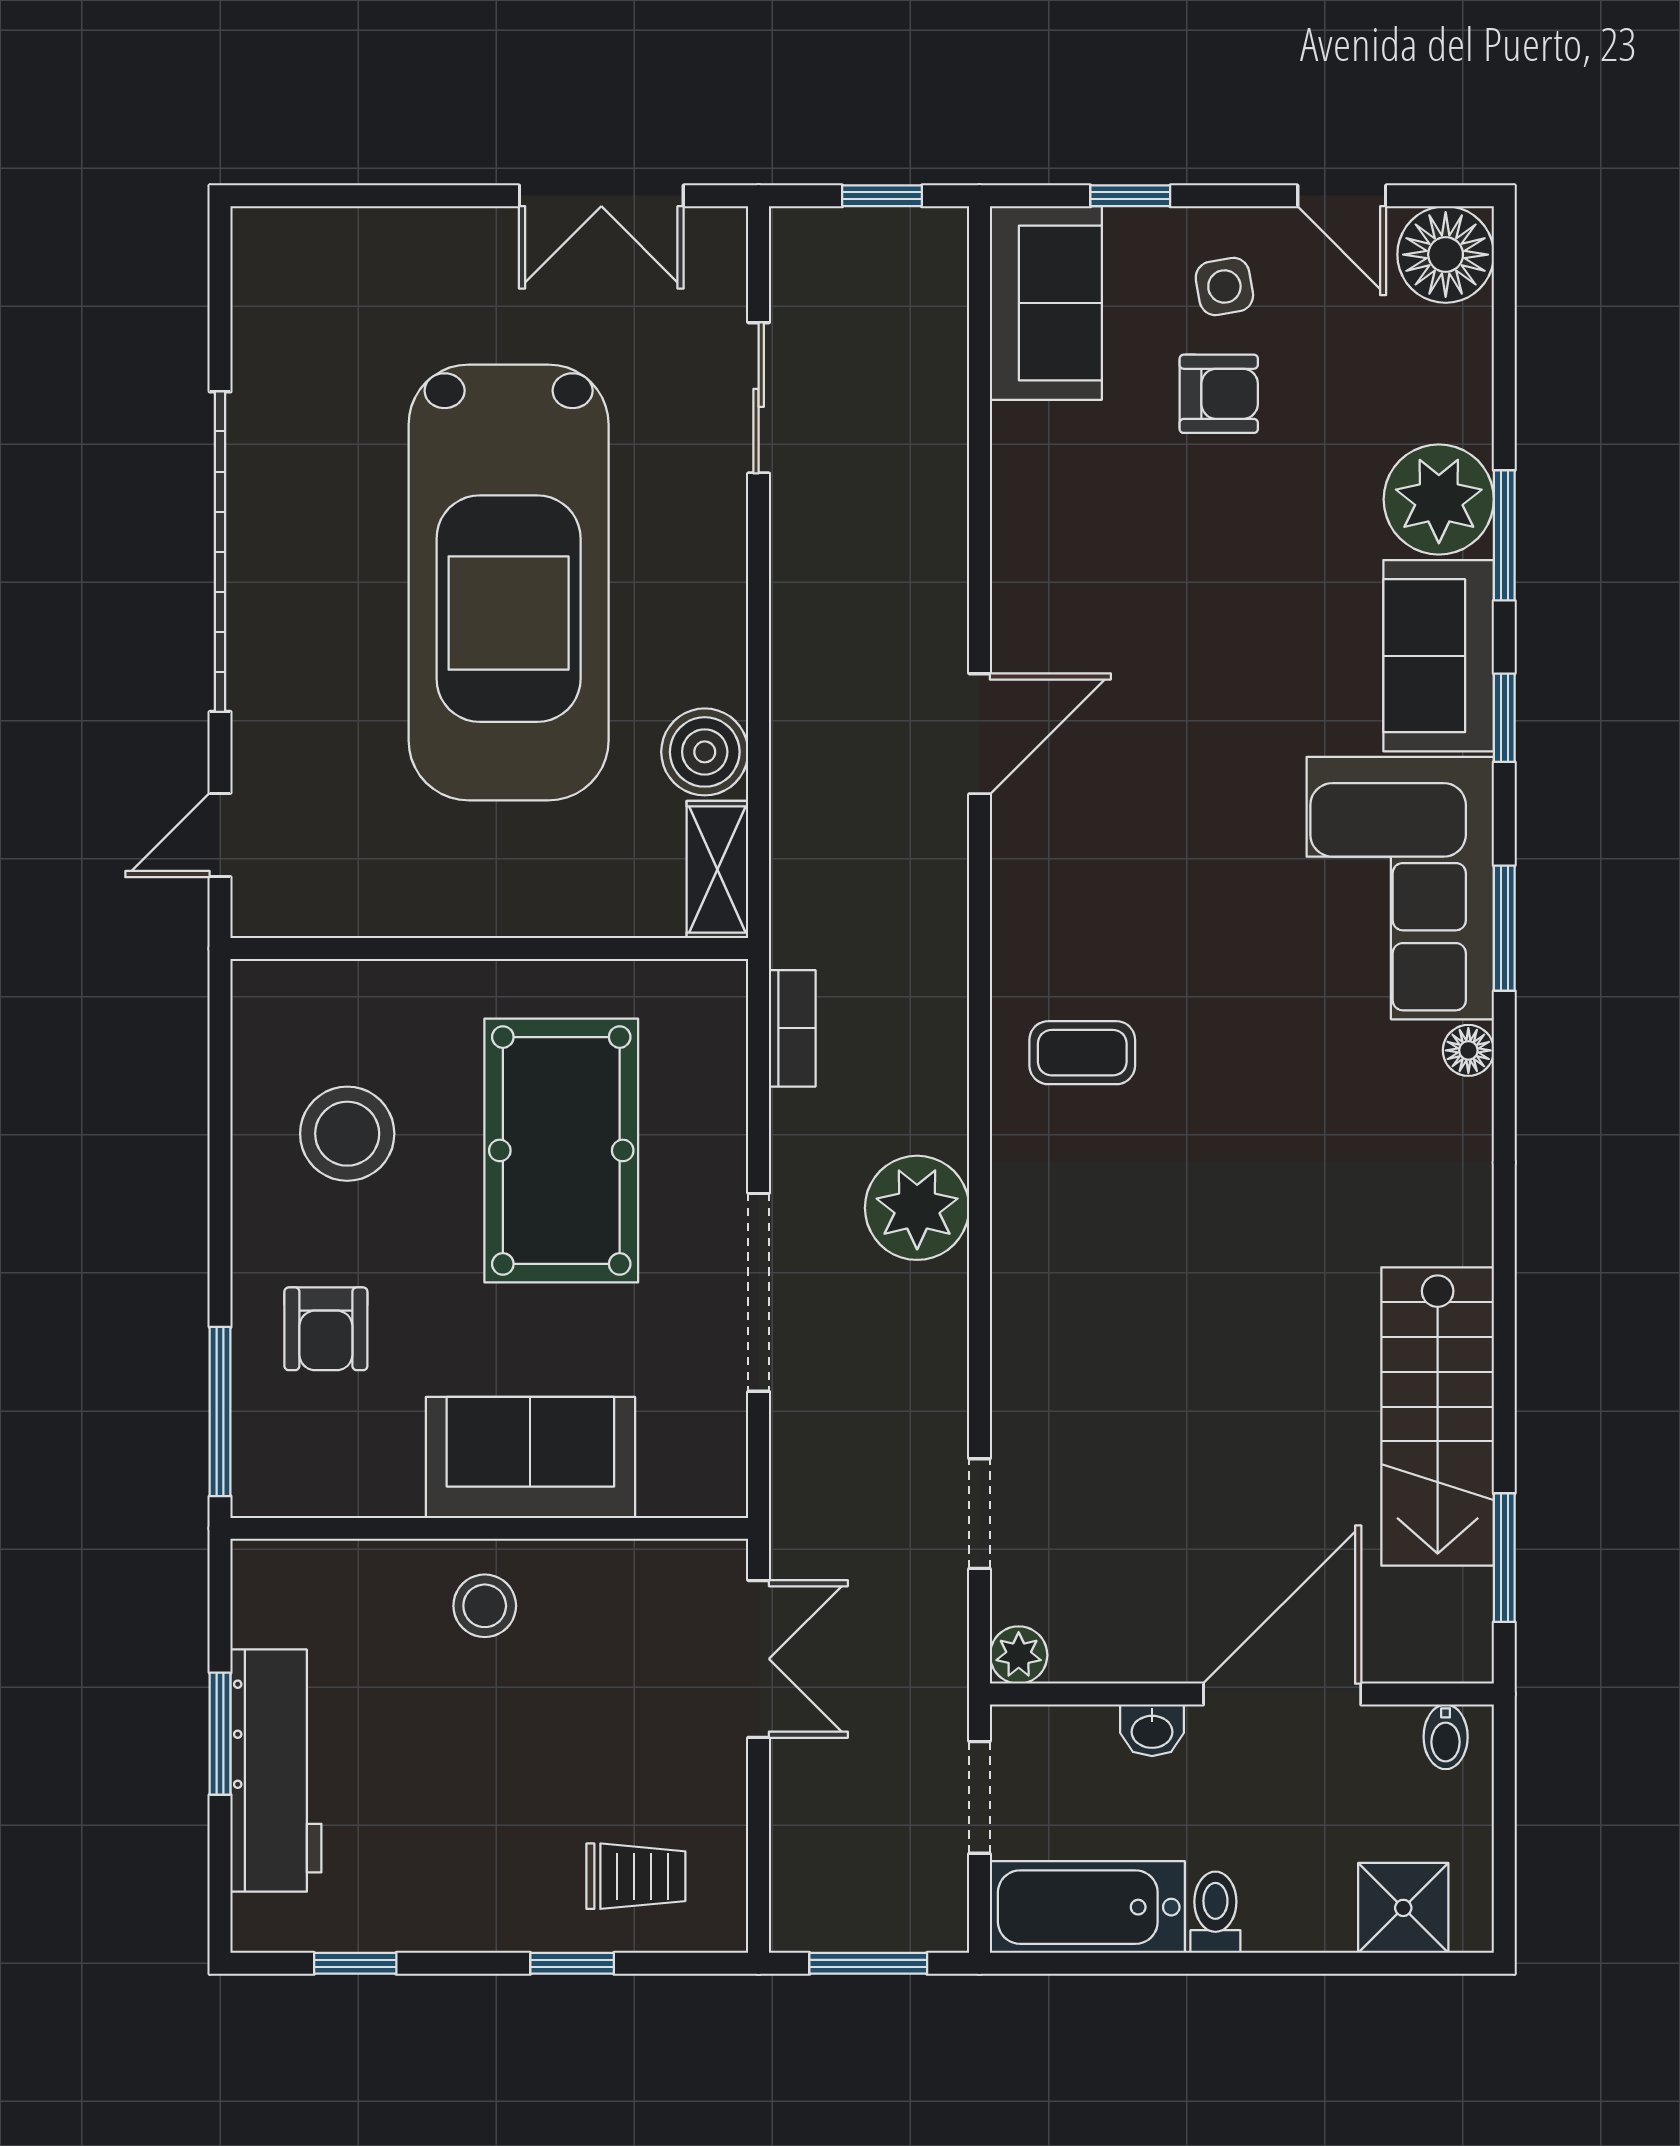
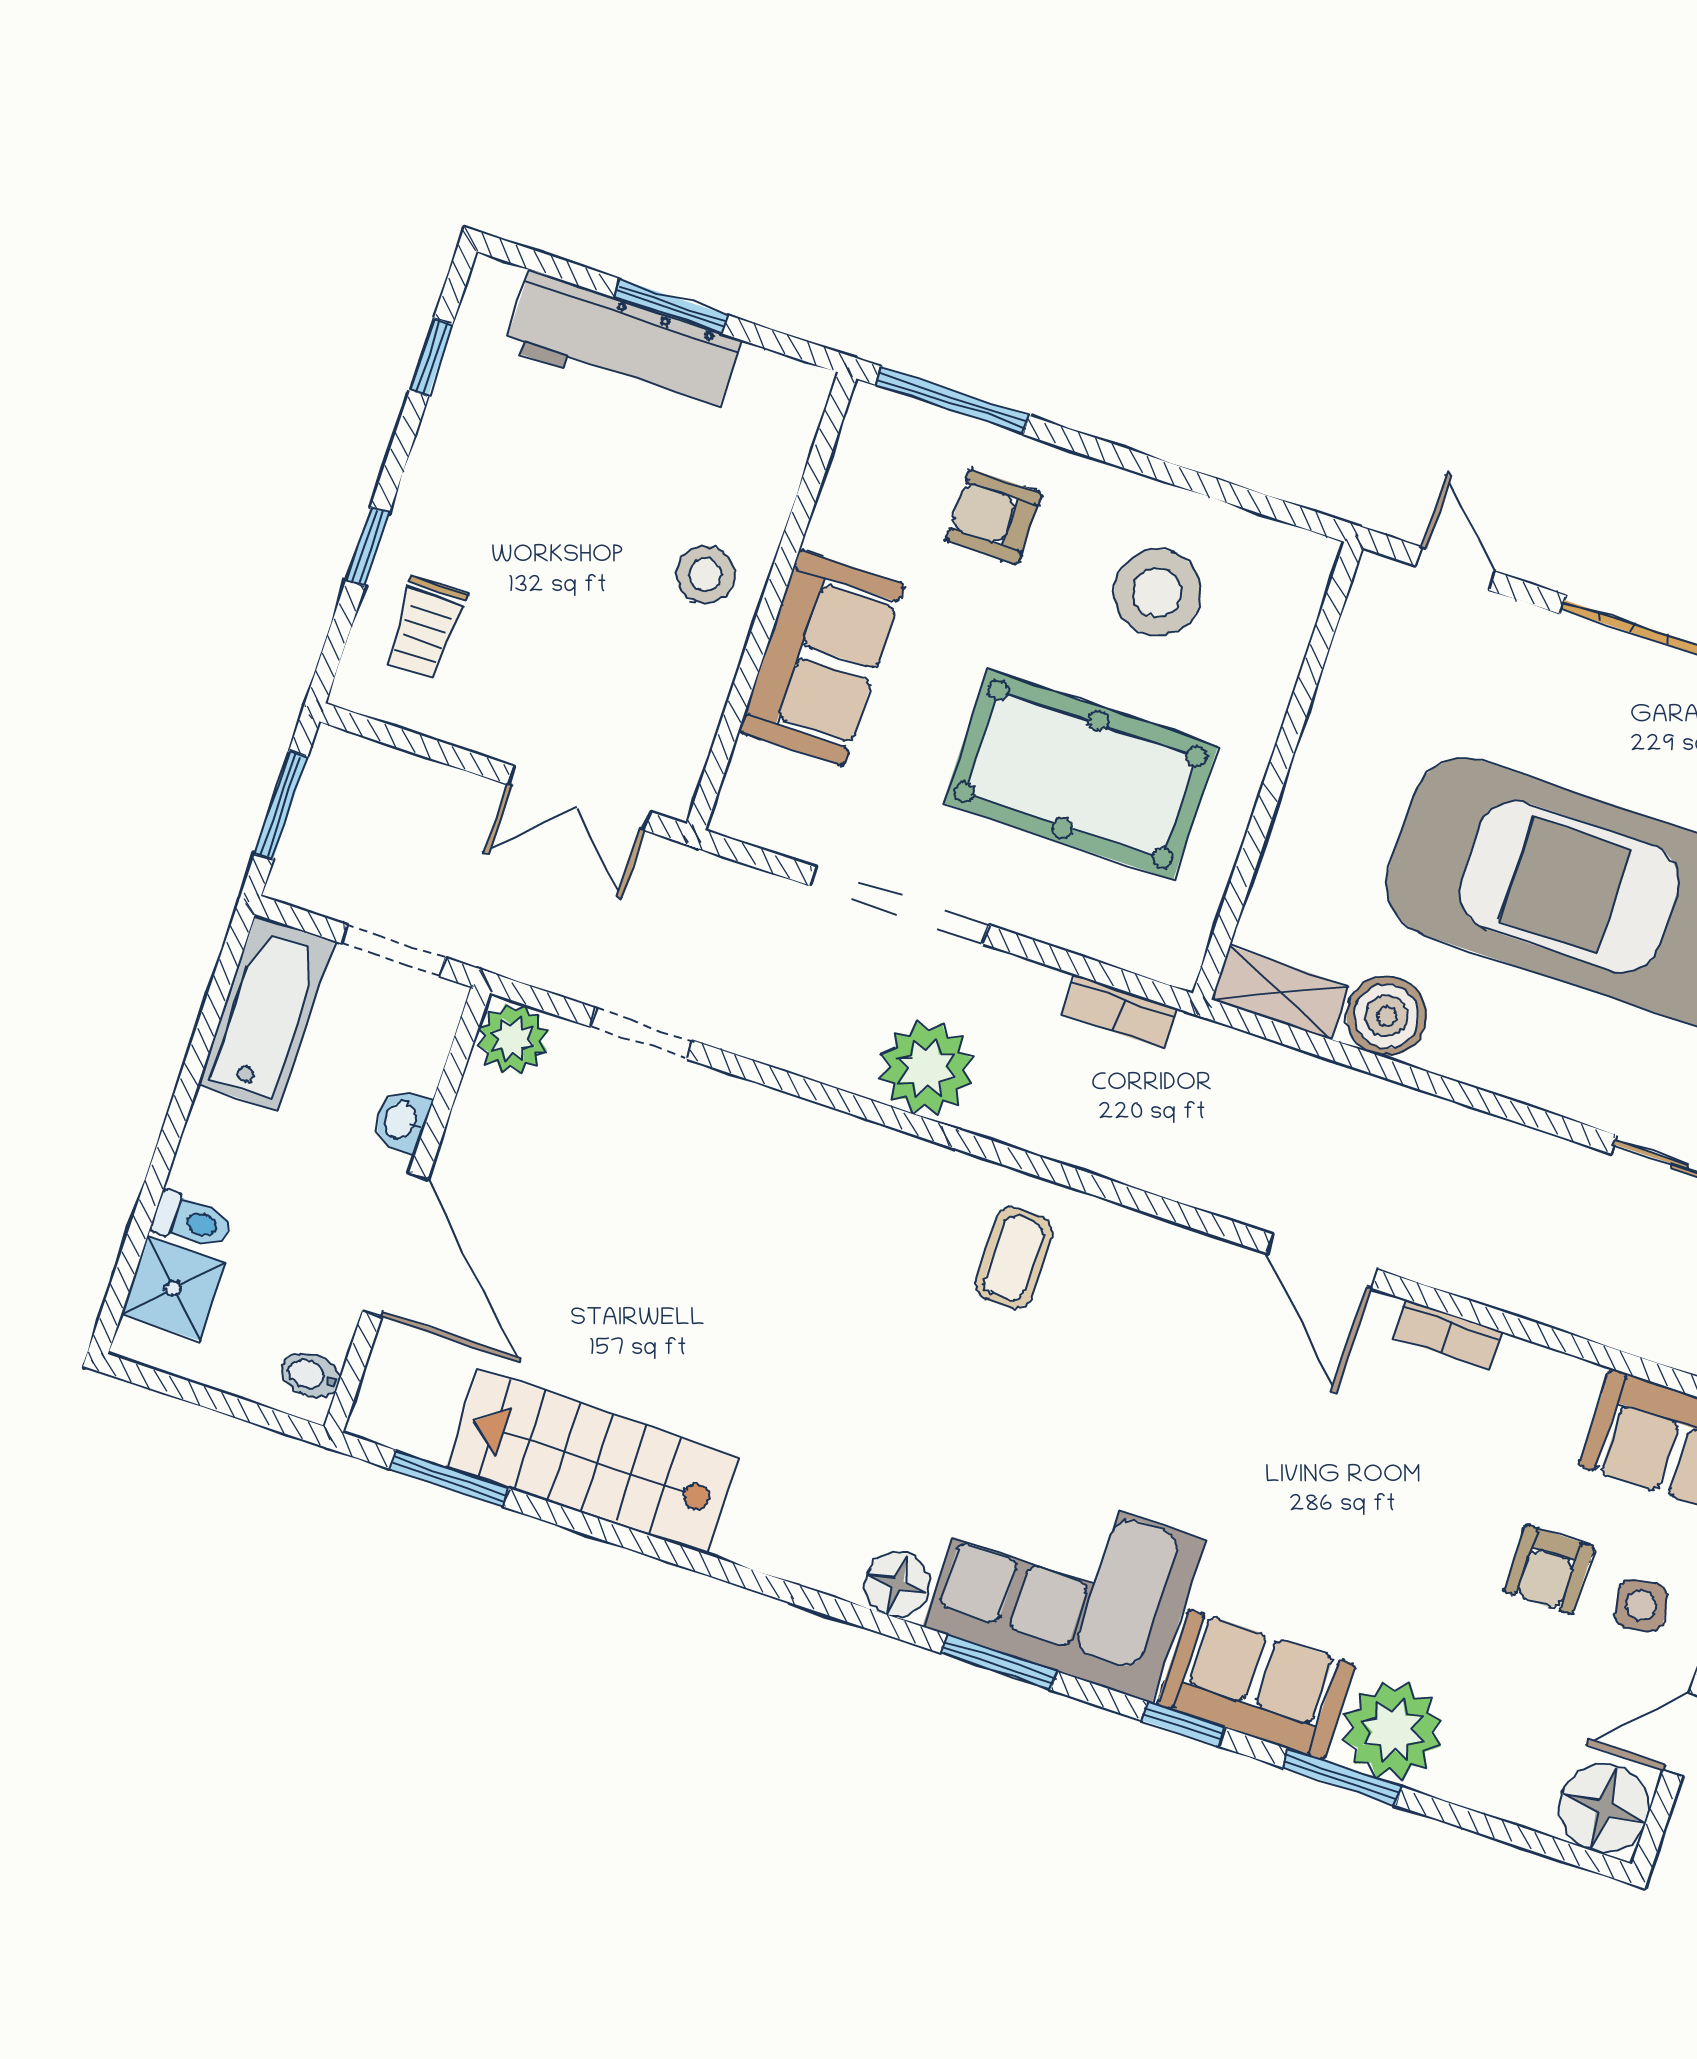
bookcase: (1012, 578) -> (1448, 1335), added
floor lamp: (1468, 1050) -> (897, 1584), width x1.37, depth x1.37
plant: (1019, 1655) -> (513, 1039), width x1.38, depth x1.38
toilet: (1215, 1912) -> (192, 1221), moved

